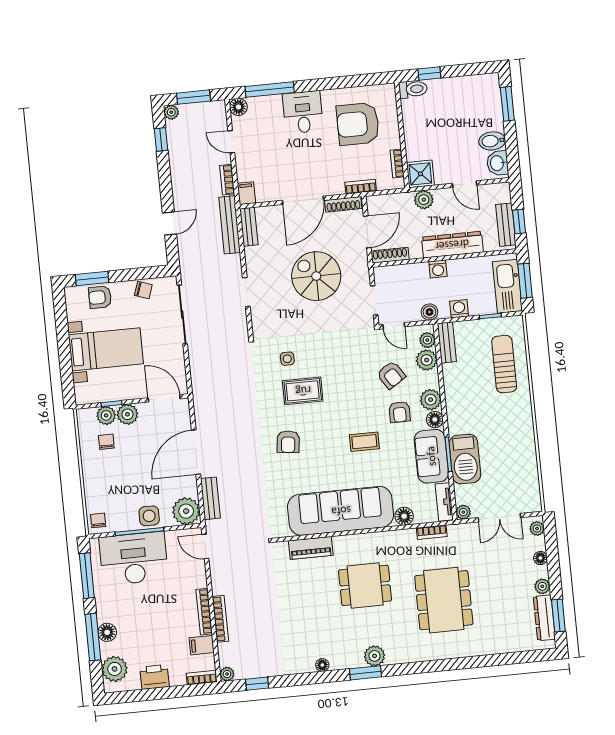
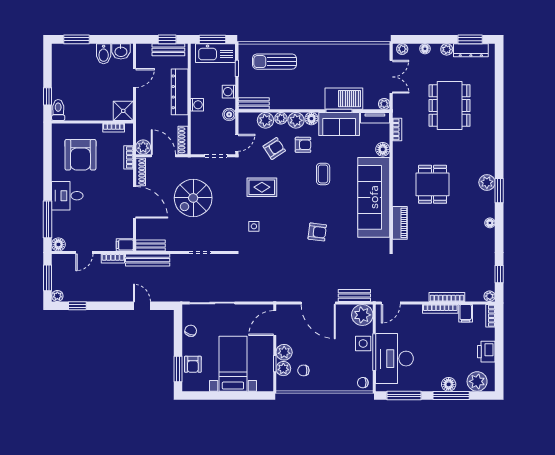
plant: (424, 200) -> (143, 147), moved
plant: (427, 340) -> (281, 118), moved
rug: (303, 391) -> (262, 187), moved, turned 90
dining table: (444, 600) -> (450, 106), moved, turned 90

